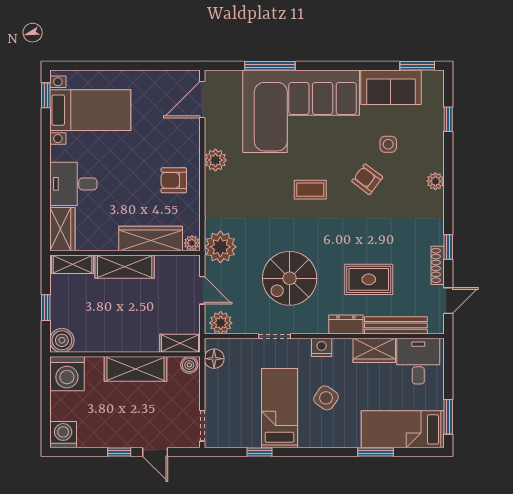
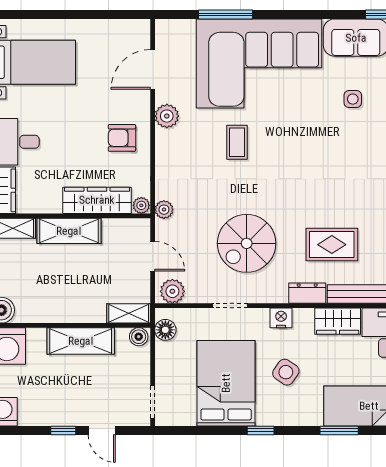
door: (202, 99) -> (153, 69), moved
armchair: (367, 179) -> (330, 137), removed
coffee table: (310, 190) -> (237, 142), moved, turned 90
plant: (220, 247) -> (164, 210), width x0.53, depth x0.53
bed: (279, 408) -> (226, 383), width x1.50
window: (259, 452) -> (261, 430), moved

